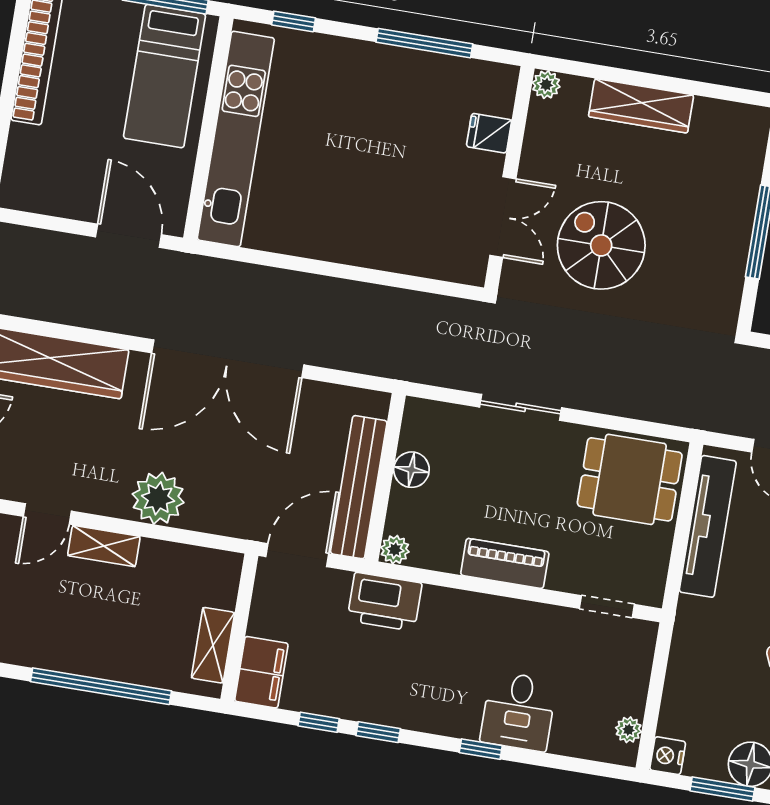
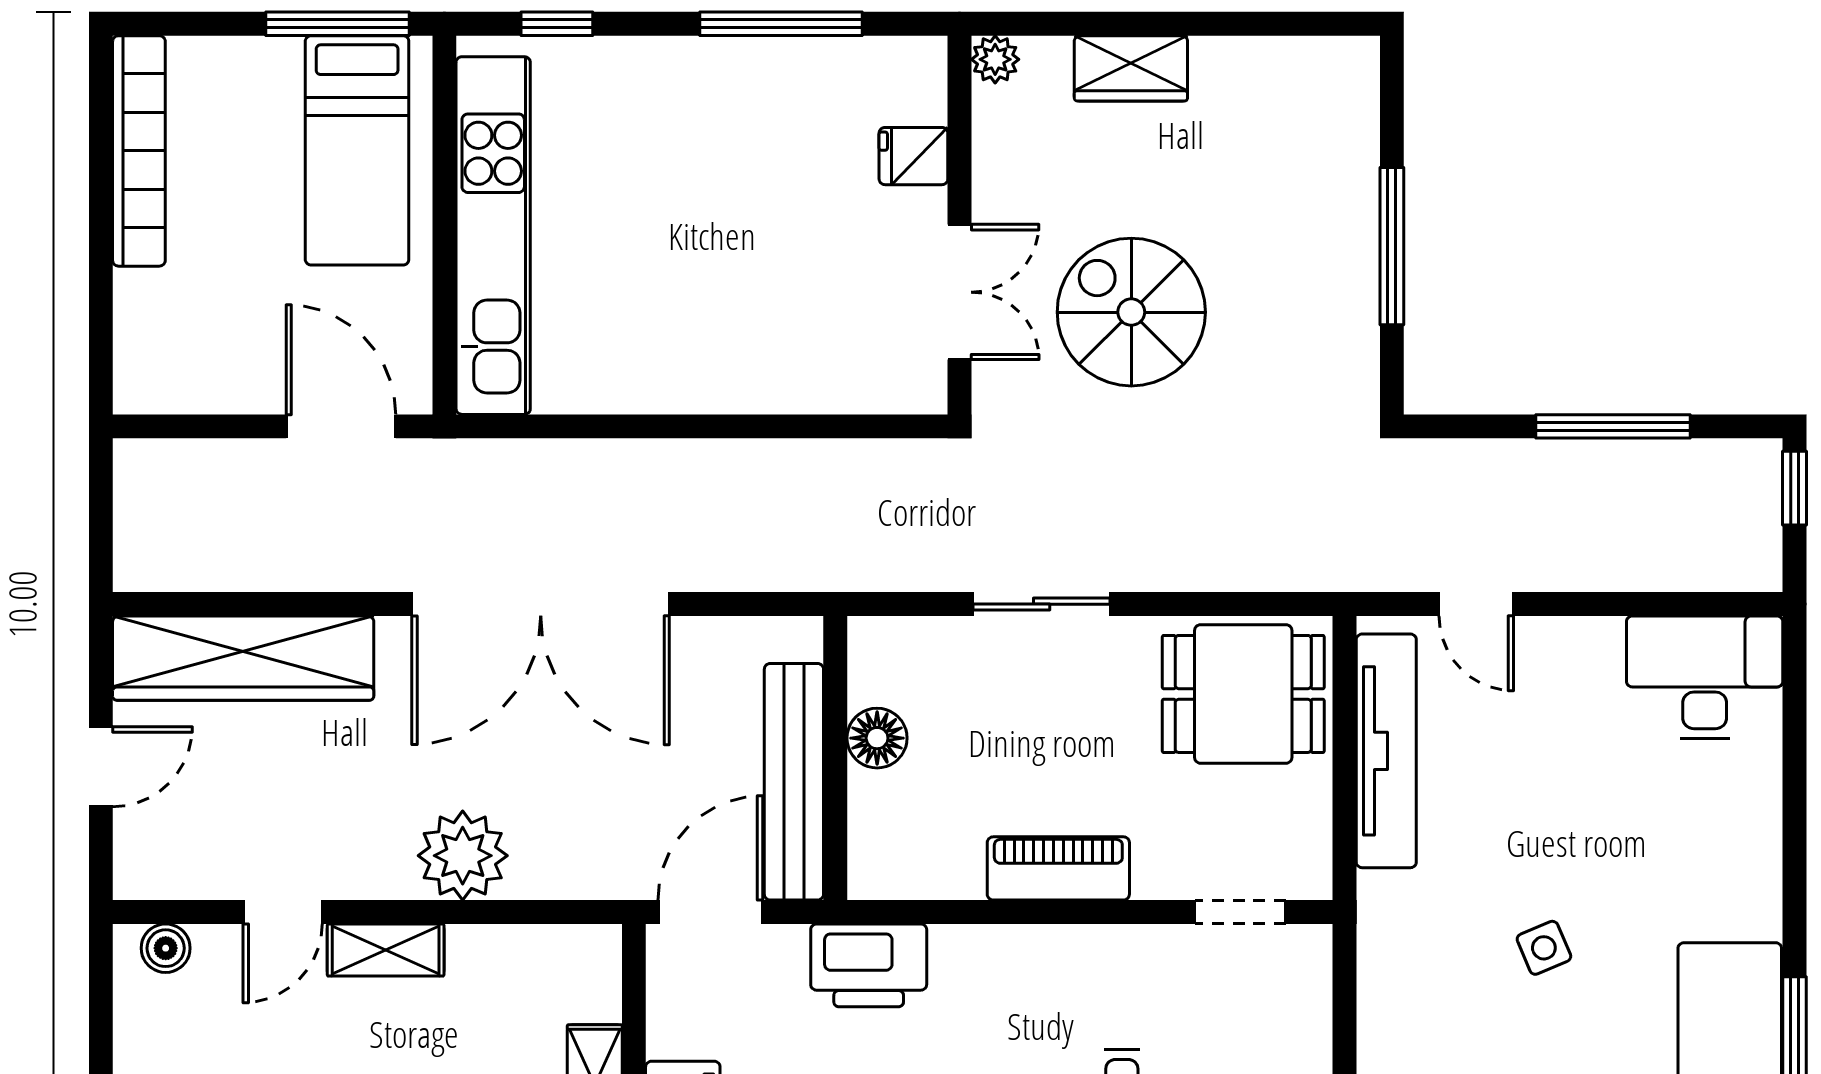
wardrobe: (641, 106) -> (1131, 68), width x0.67
plant: (395, 550) -> (871, 876), removed

